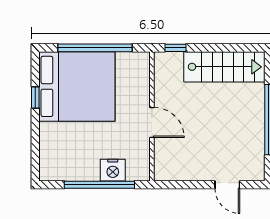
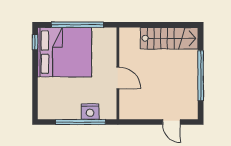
window: (176, 48) -> (135, 25), removed
window: (35, 98) -> (35, 42), moved

